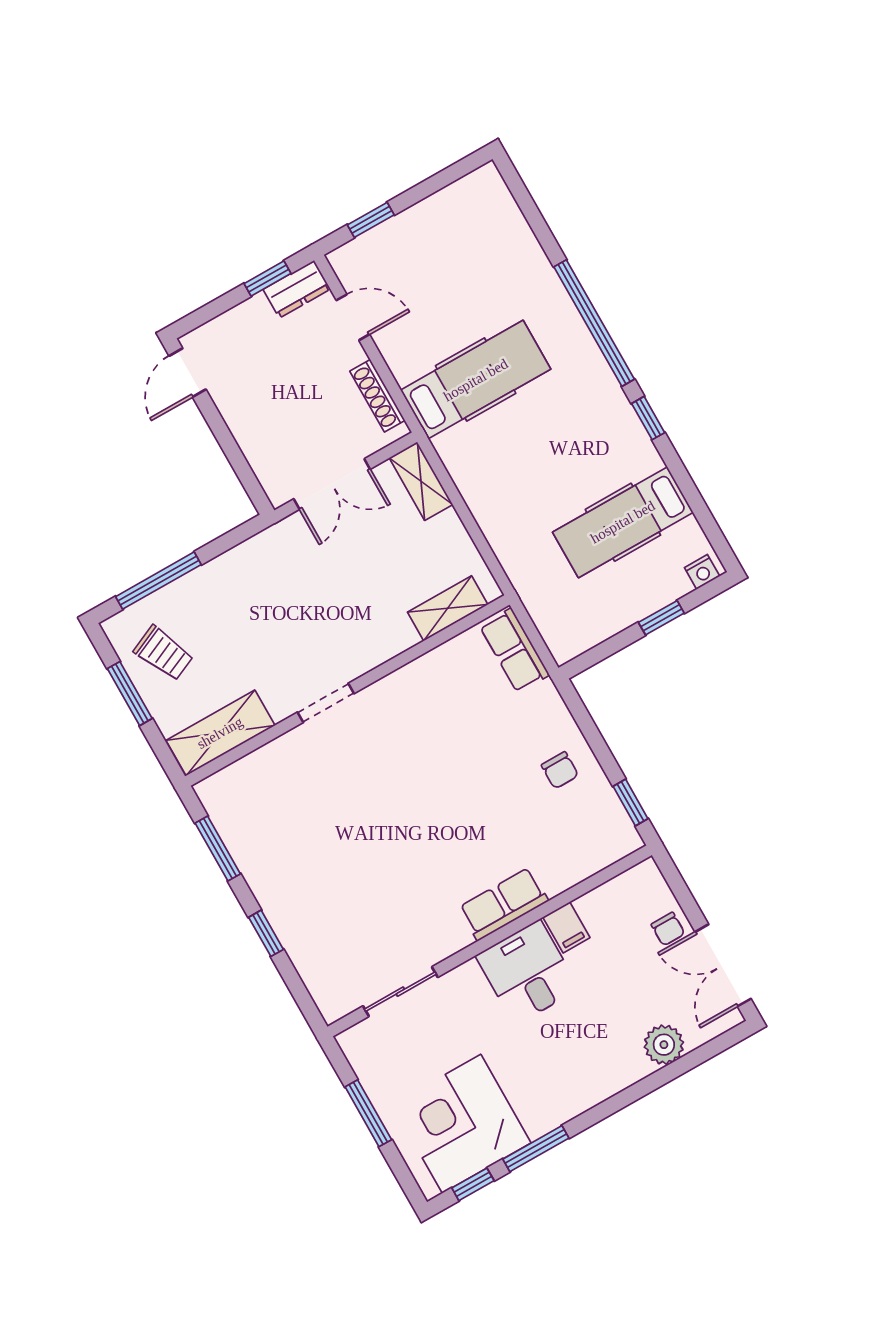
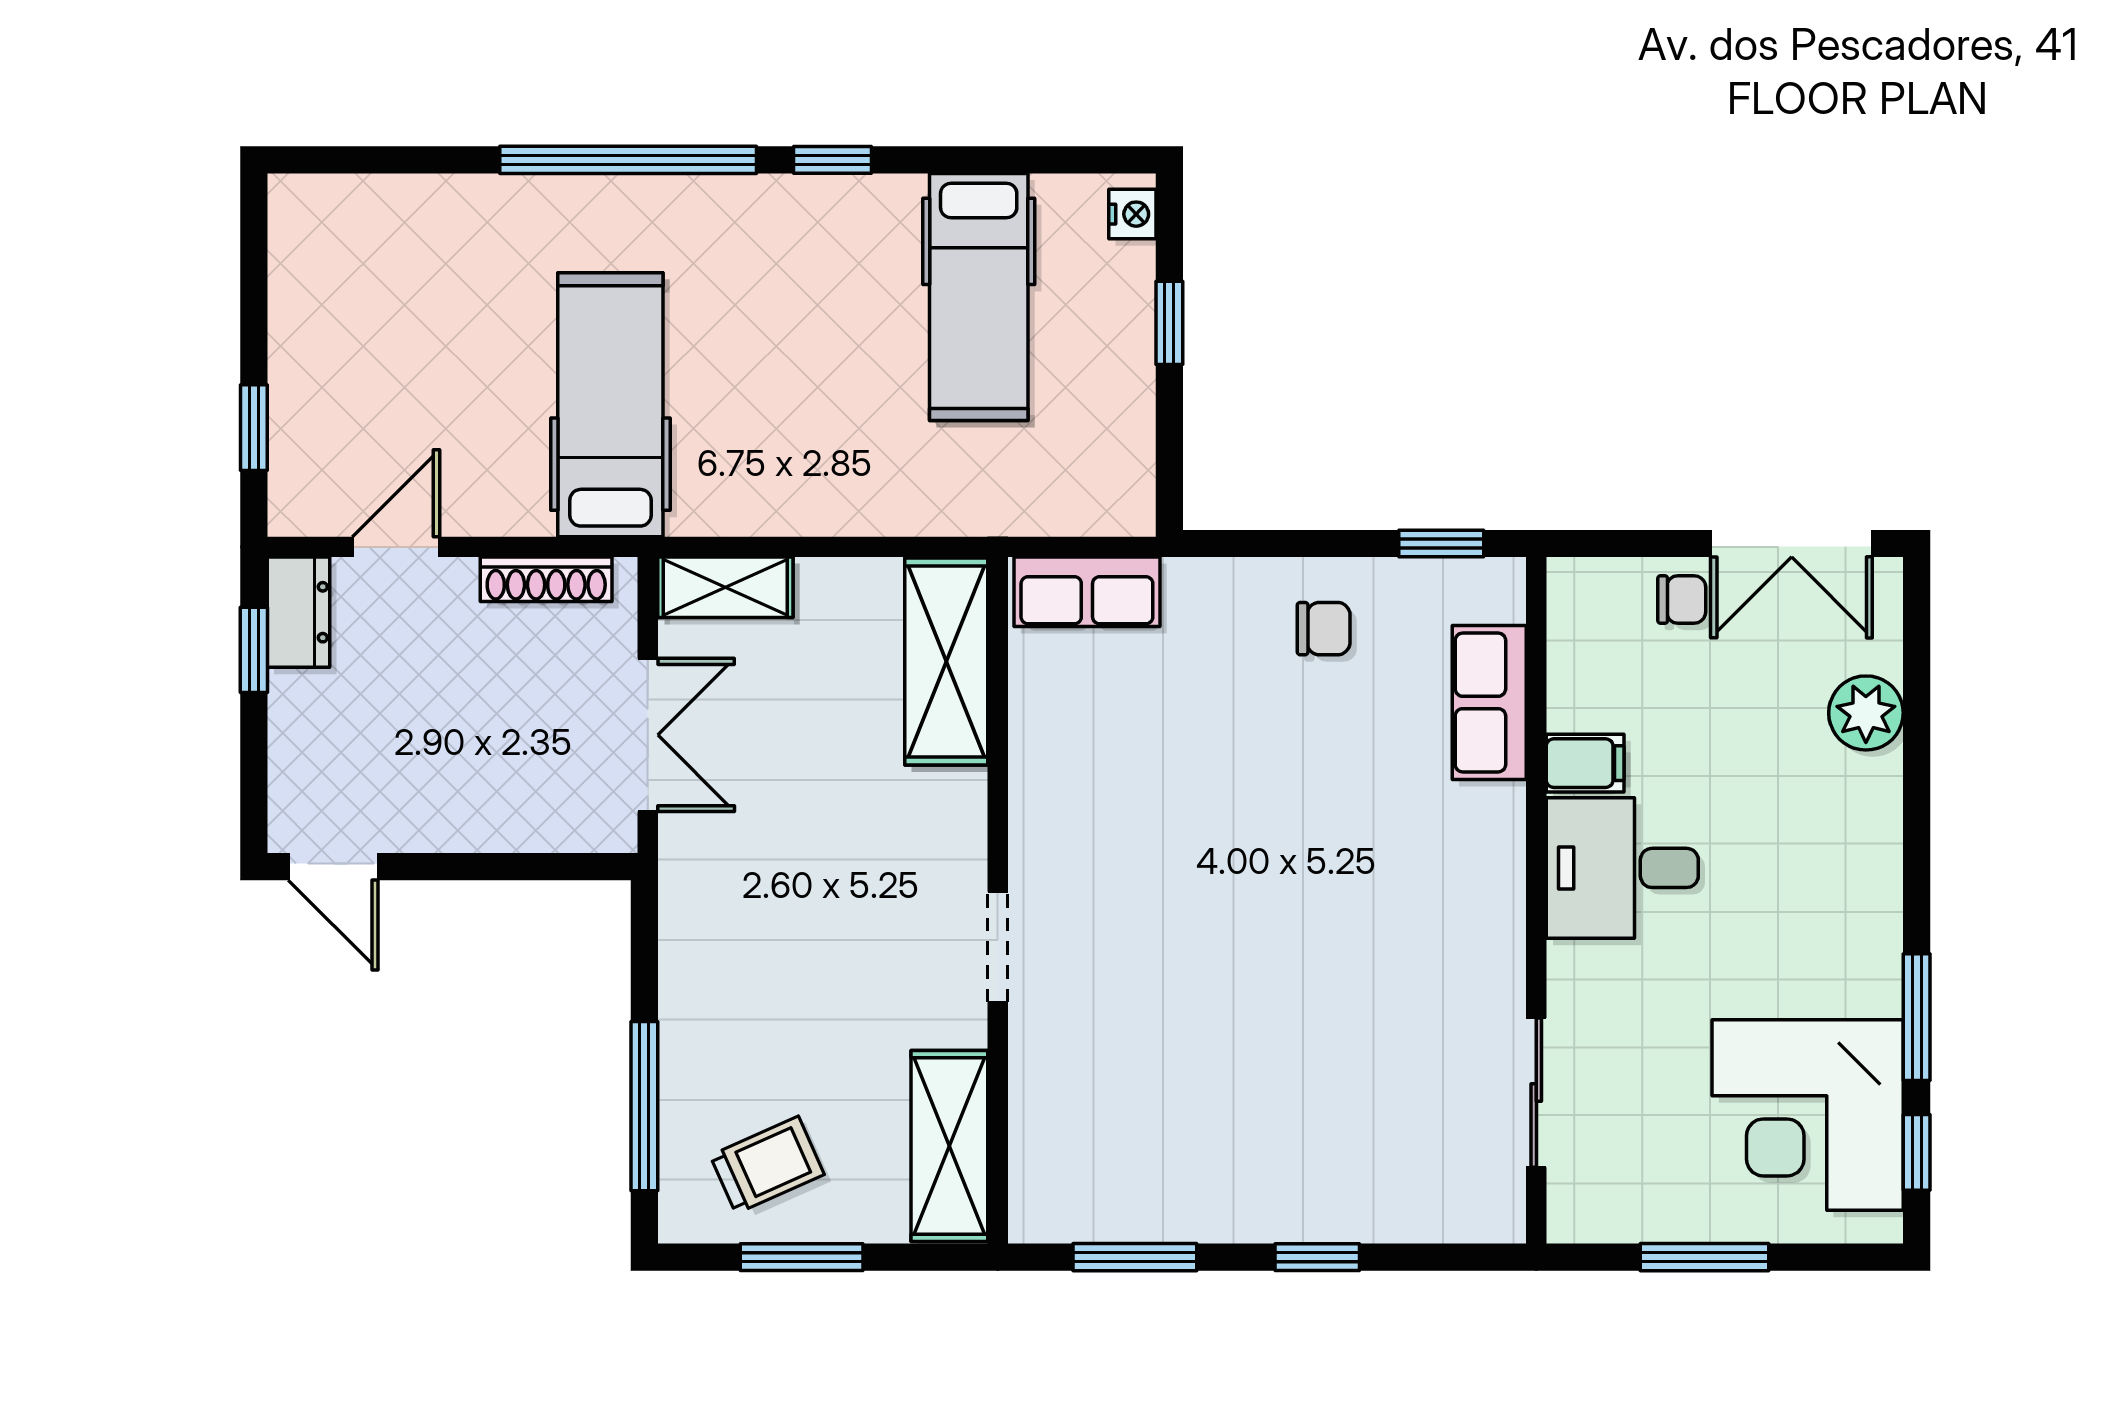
shelving: (448, 608) -> (946, 661), width x1.50, depth x1.33
row of seats: (504, 904) -> (1489, 702), moved

